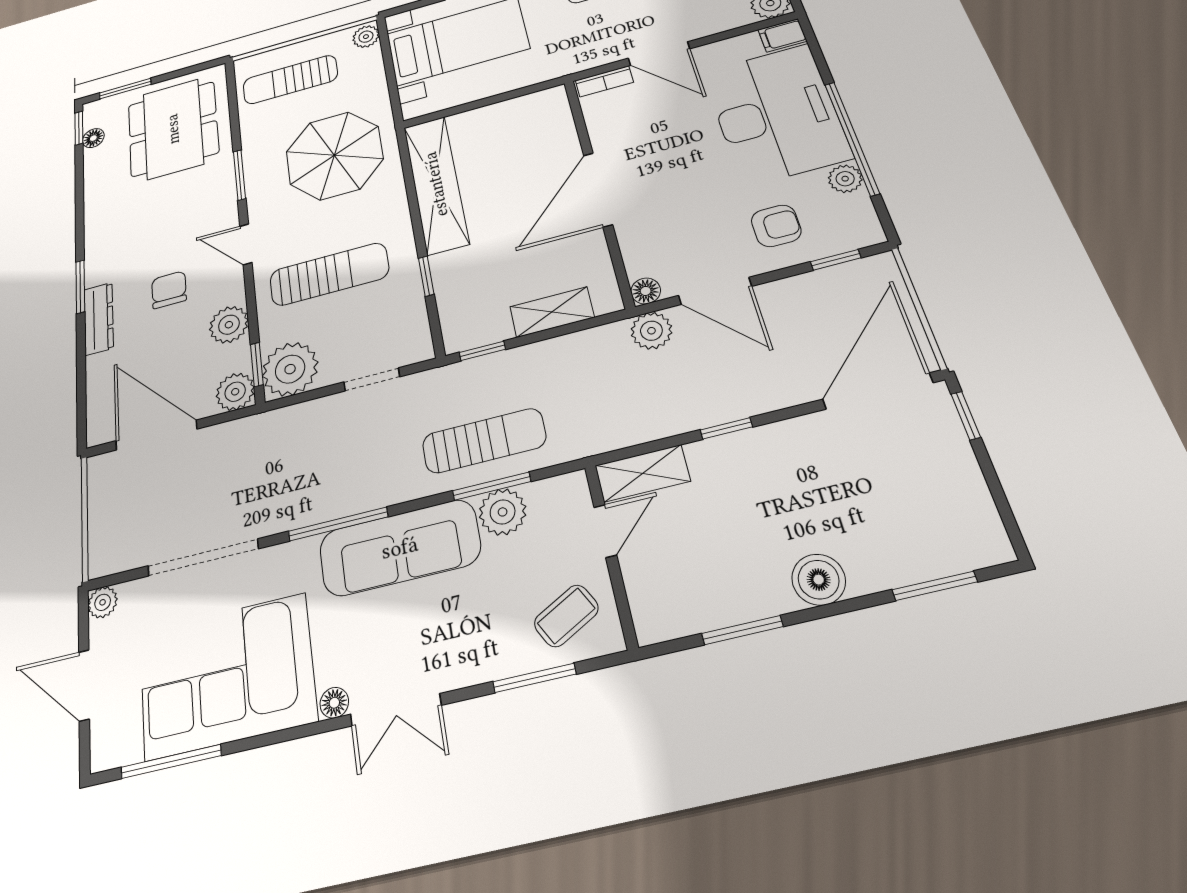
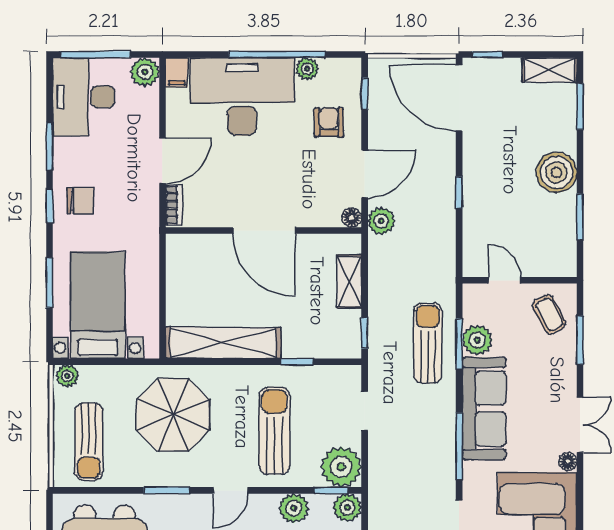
shelving: (643, 473) -> (549, 70), moved, turned 90
boiler: (819, 580) -> (557, 172), width x1.37, depth x1.37

